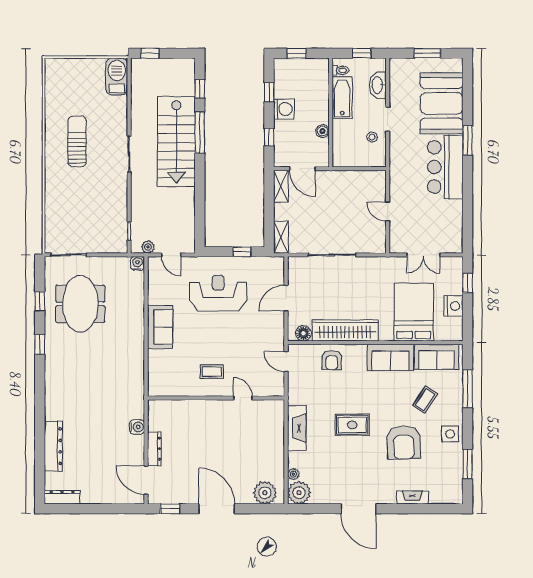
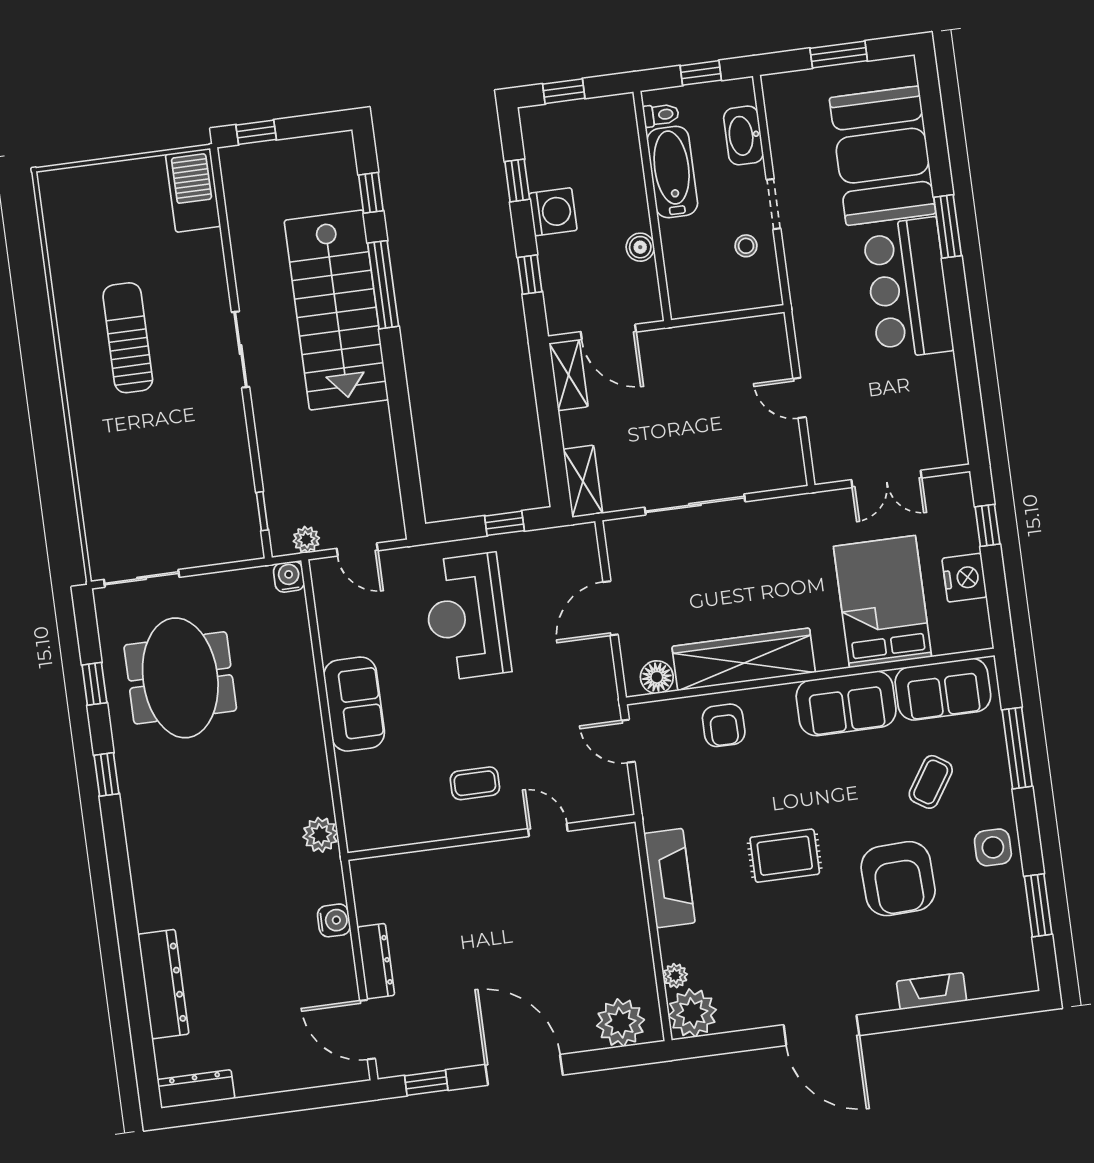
reception desk: (218, 293) -> (466, 617), turned -90
plant: (136, 386) -> (320, 835), added

